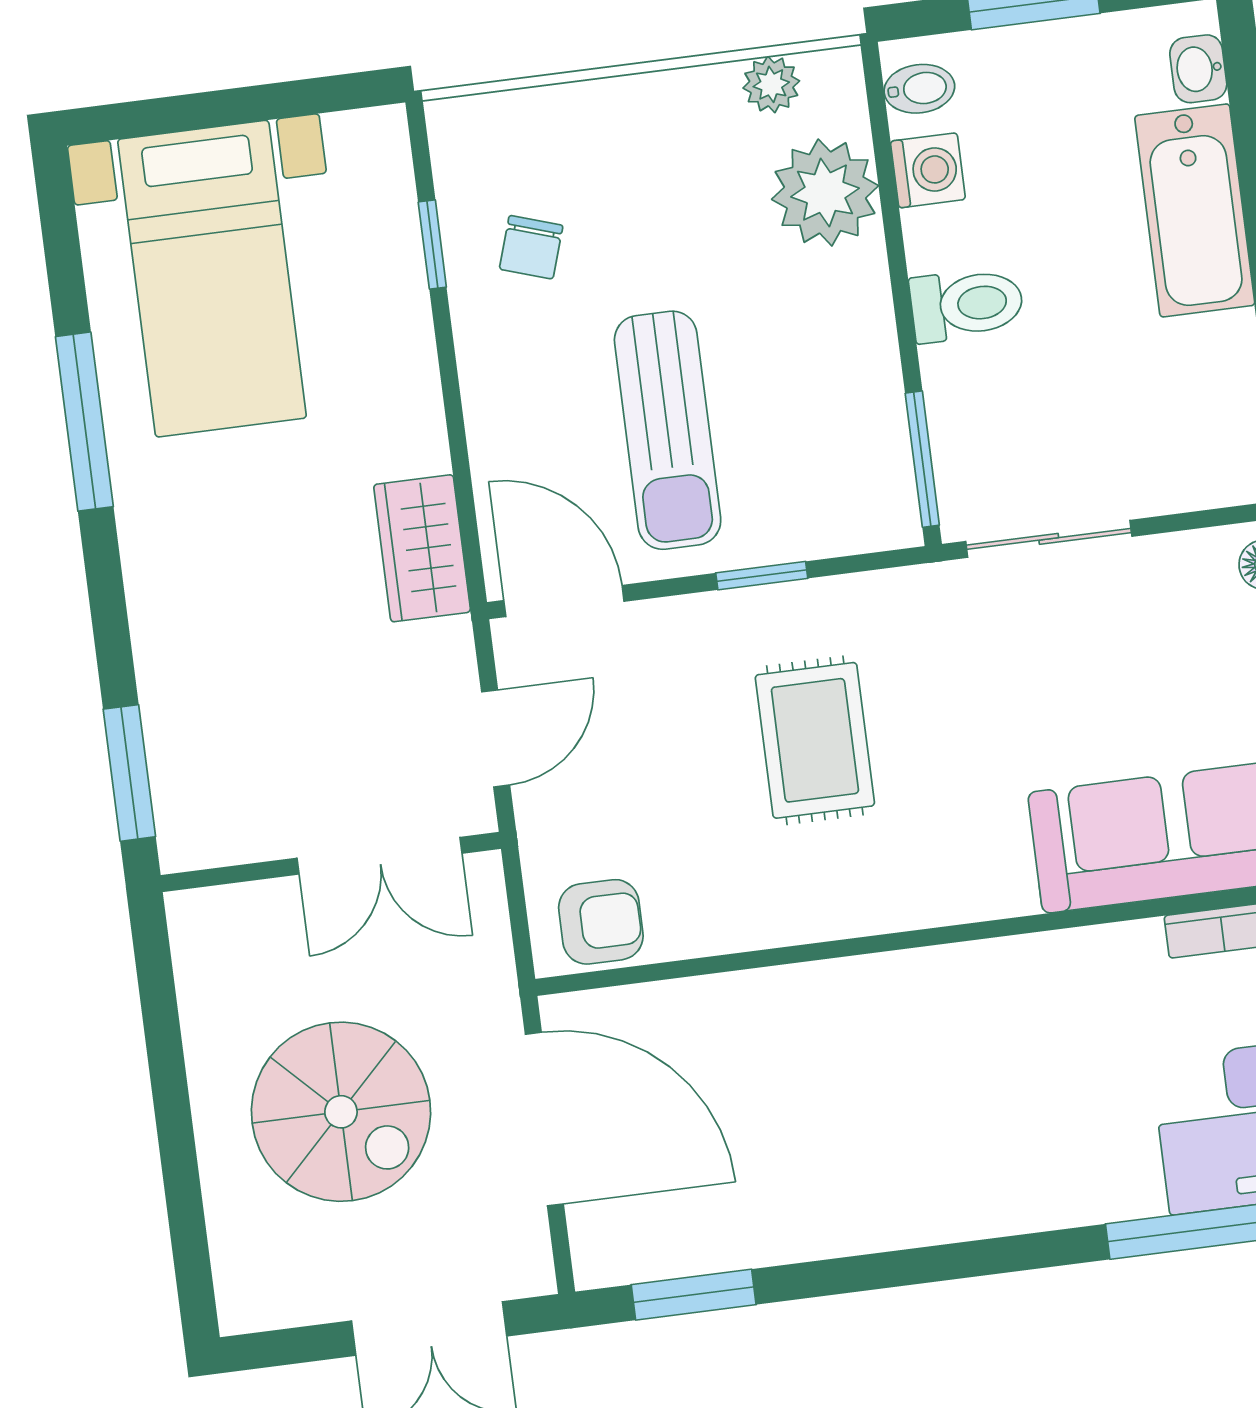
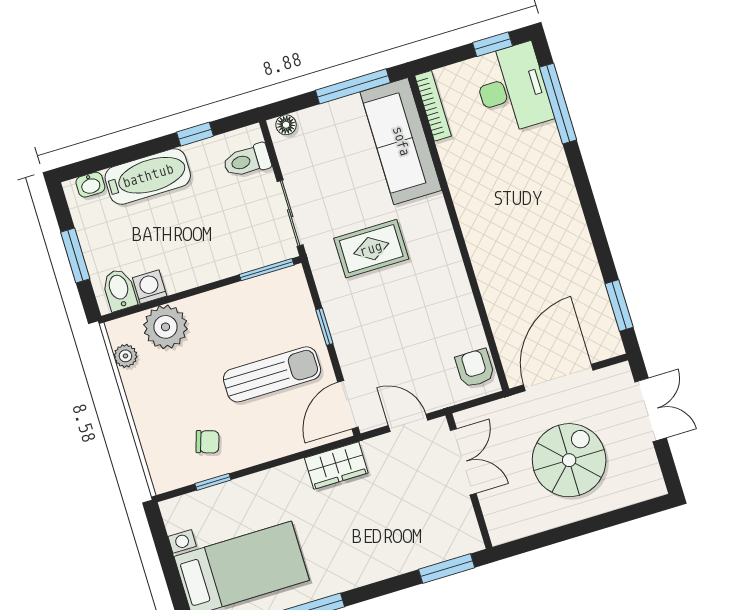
bidet: (919, 89) -> (119, 290), width x1.38, depth x1.36
toilet: (967, 304) -> (247, 161), moved, turned -90
rug: (815, 740) -> (371, 249), moved

